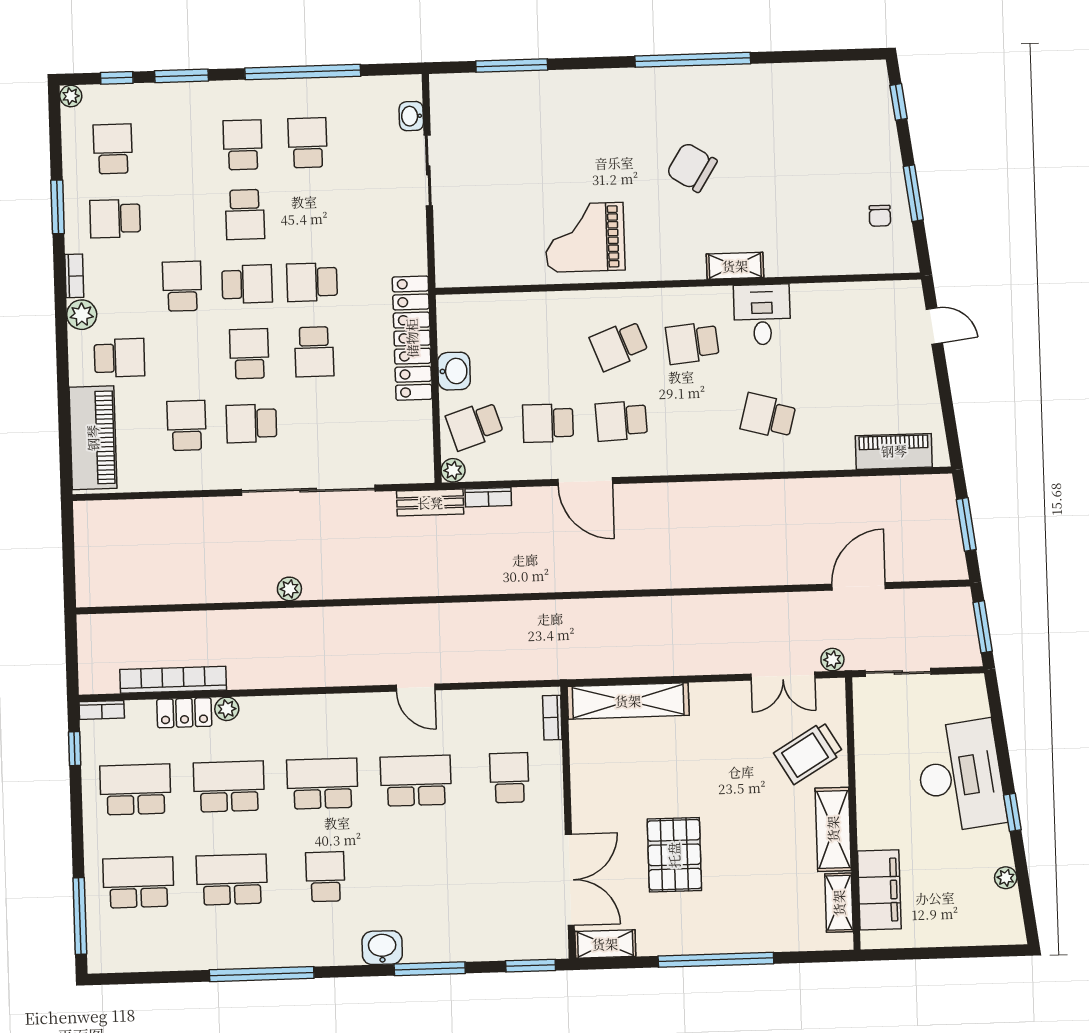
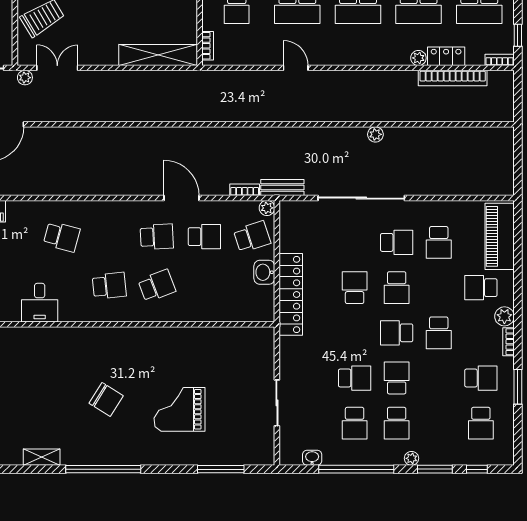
plant: (71, 96) -> (412, 458), moved
washbasin: (411, 116) -> (312, 458), moved, turned -90
grand piano: (585, 237) -> (179, 409), moved, turned 180
shelving: (735, 266) -> (42, 457), moved
school desk: (312, 282) -> (355, 378), moved
desk: (762, 315) -> (40, 303), moved

